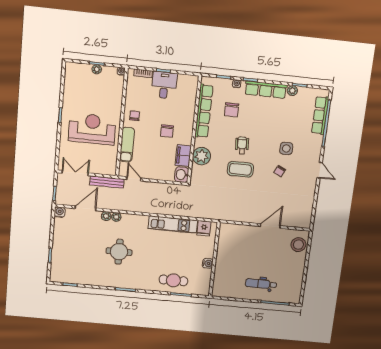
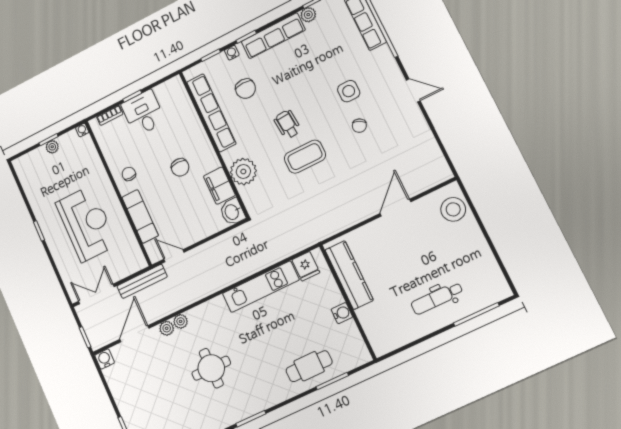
reception desk: (92, 129) -> (86, 224), turned 90
kitchen counter: (224, 246) -> (349, 275), added

